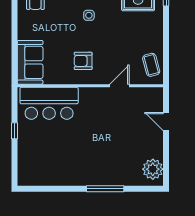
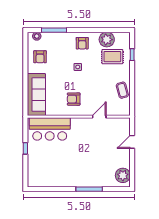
sofa: (30, 62) -> (36, 95), width x1.36
coffee table: (151, 65) -> (122, 90), moved
door: (166, 122) -> (132, 142), hinge flipped

